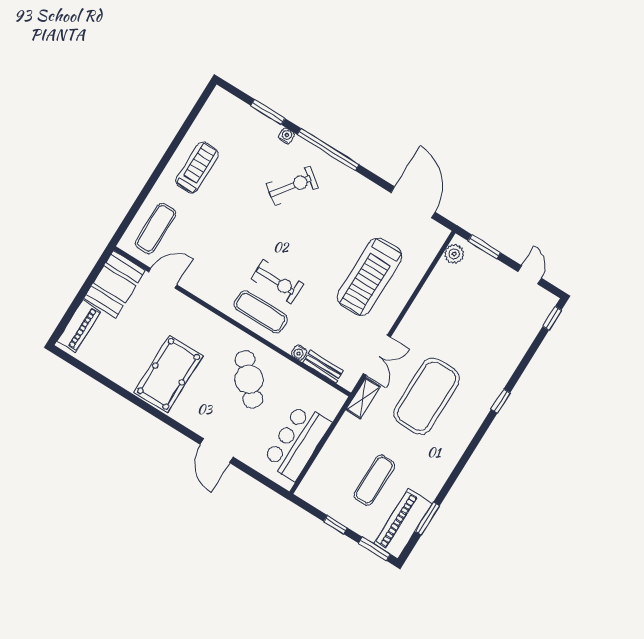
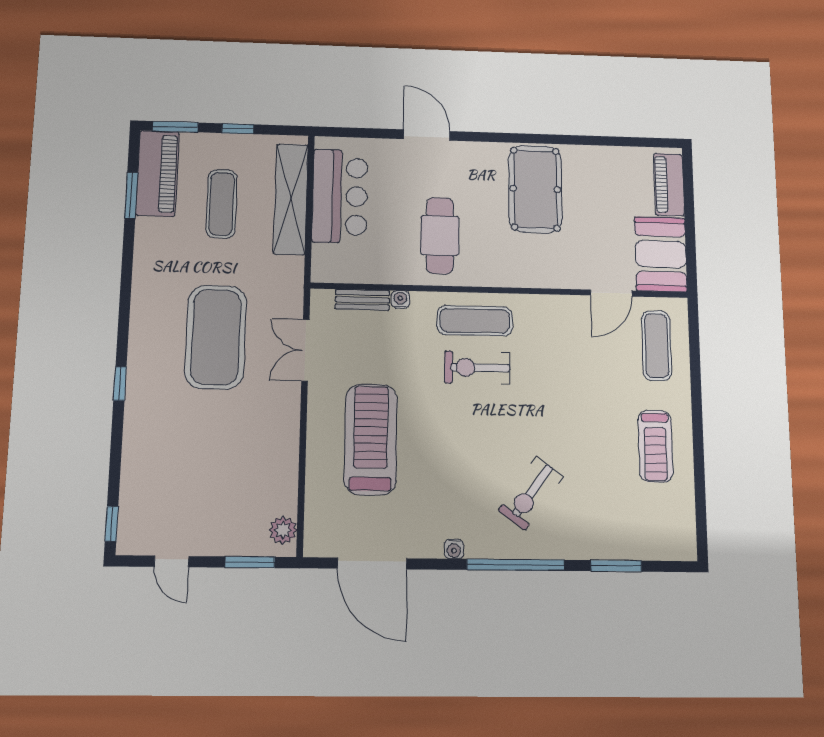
water cooler: (286, 136) -> (454, 549), moved
cafe table: (249, 379) -> (440, 236), turned 43
shelving: (363, 398) -> (291, 199), moved, width x2.20, depth x1.33

